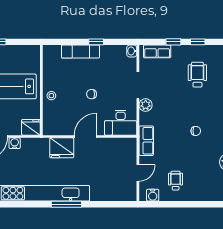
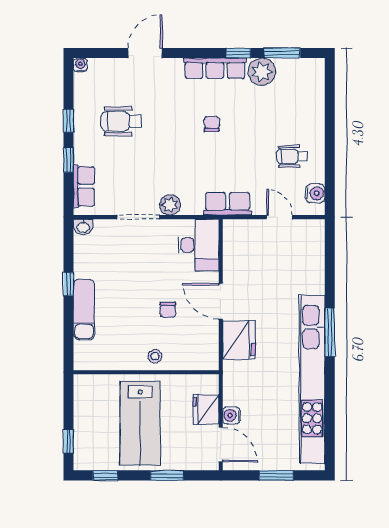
chair: (92, 94) -> (168, 310), moved
fridge: (31, 127) -> (206, 410), moved

